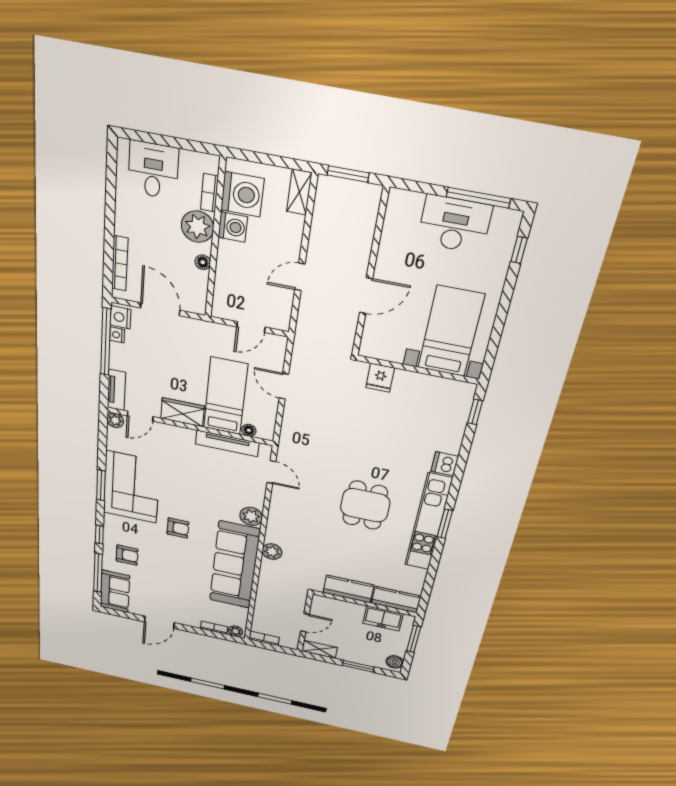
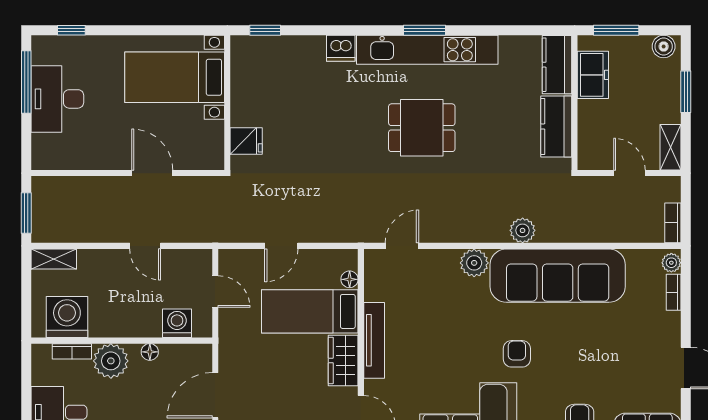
washing machine: (233, 227) -> (177, 323), moved
tv unit: (227, 443) -> (374, 340), moved

